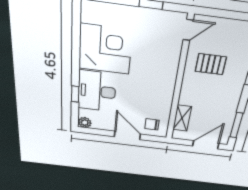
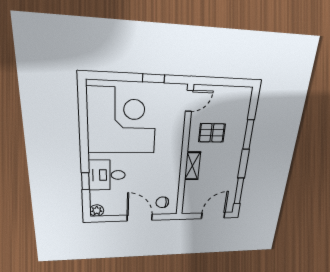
corner desk: (105, 49) -> (122, 121), width x1.36, depth x1.36
desk: (97, 91) -> (107, 175), width x0.73
shelving: (182, 118) -> (192, 166), moved

